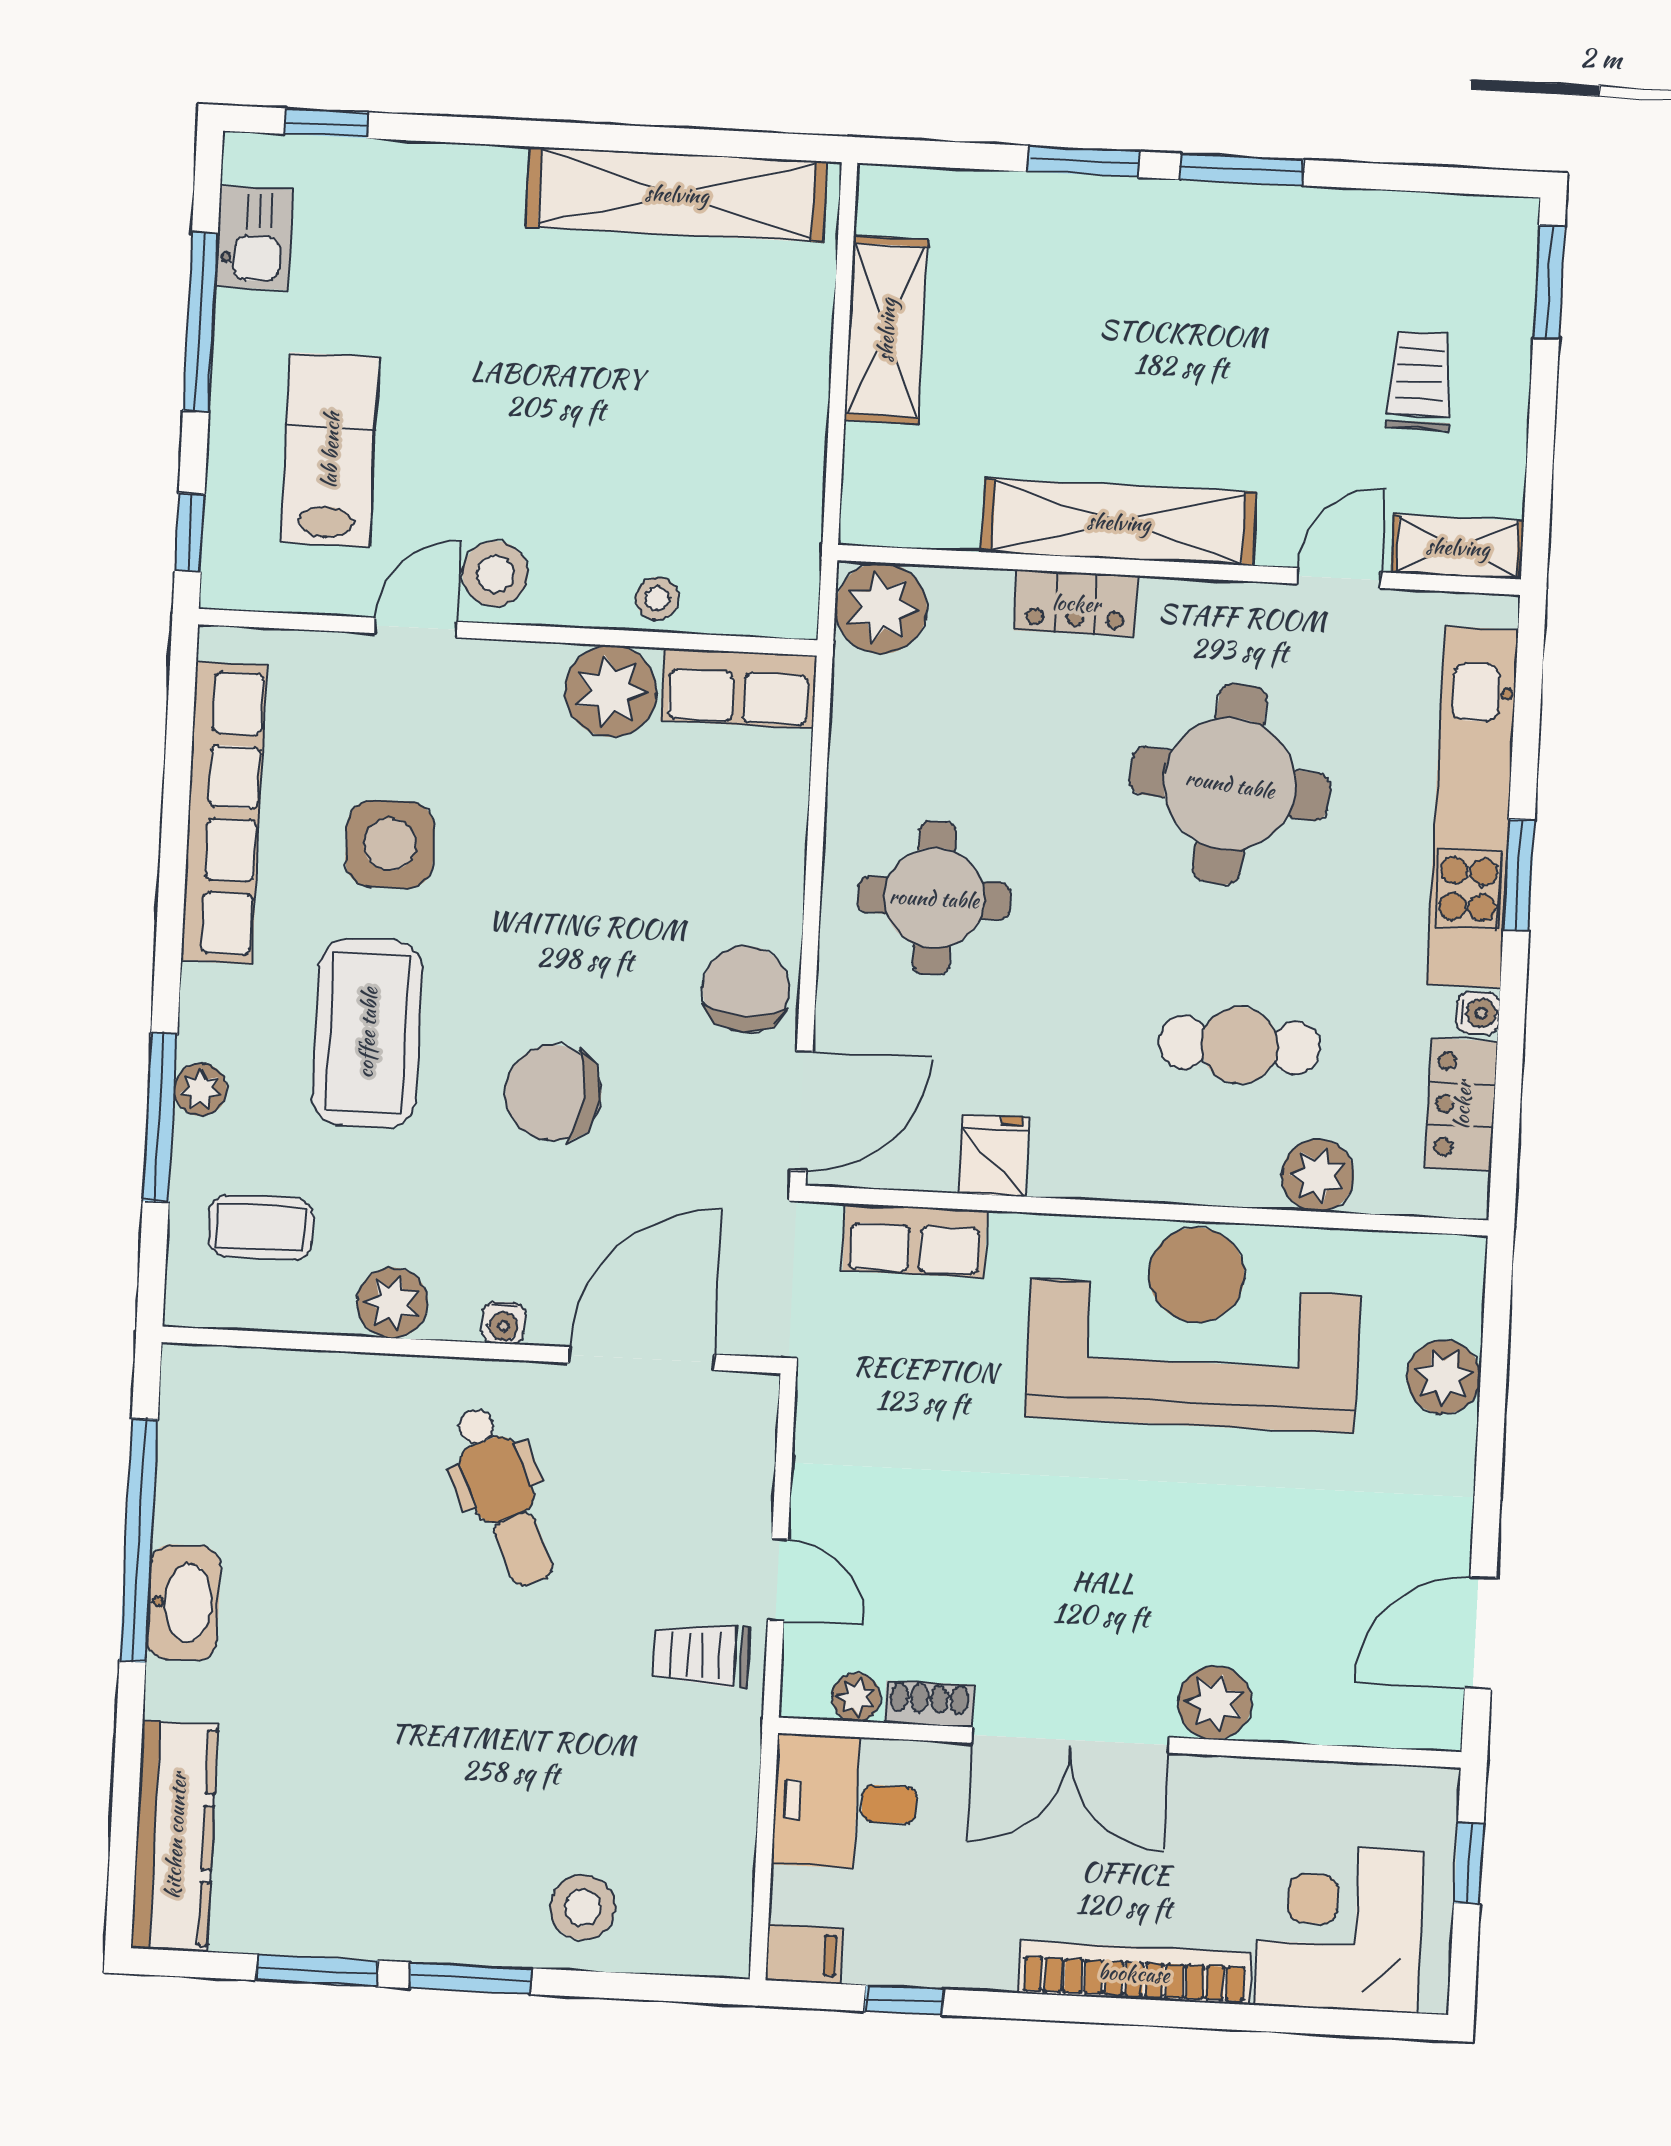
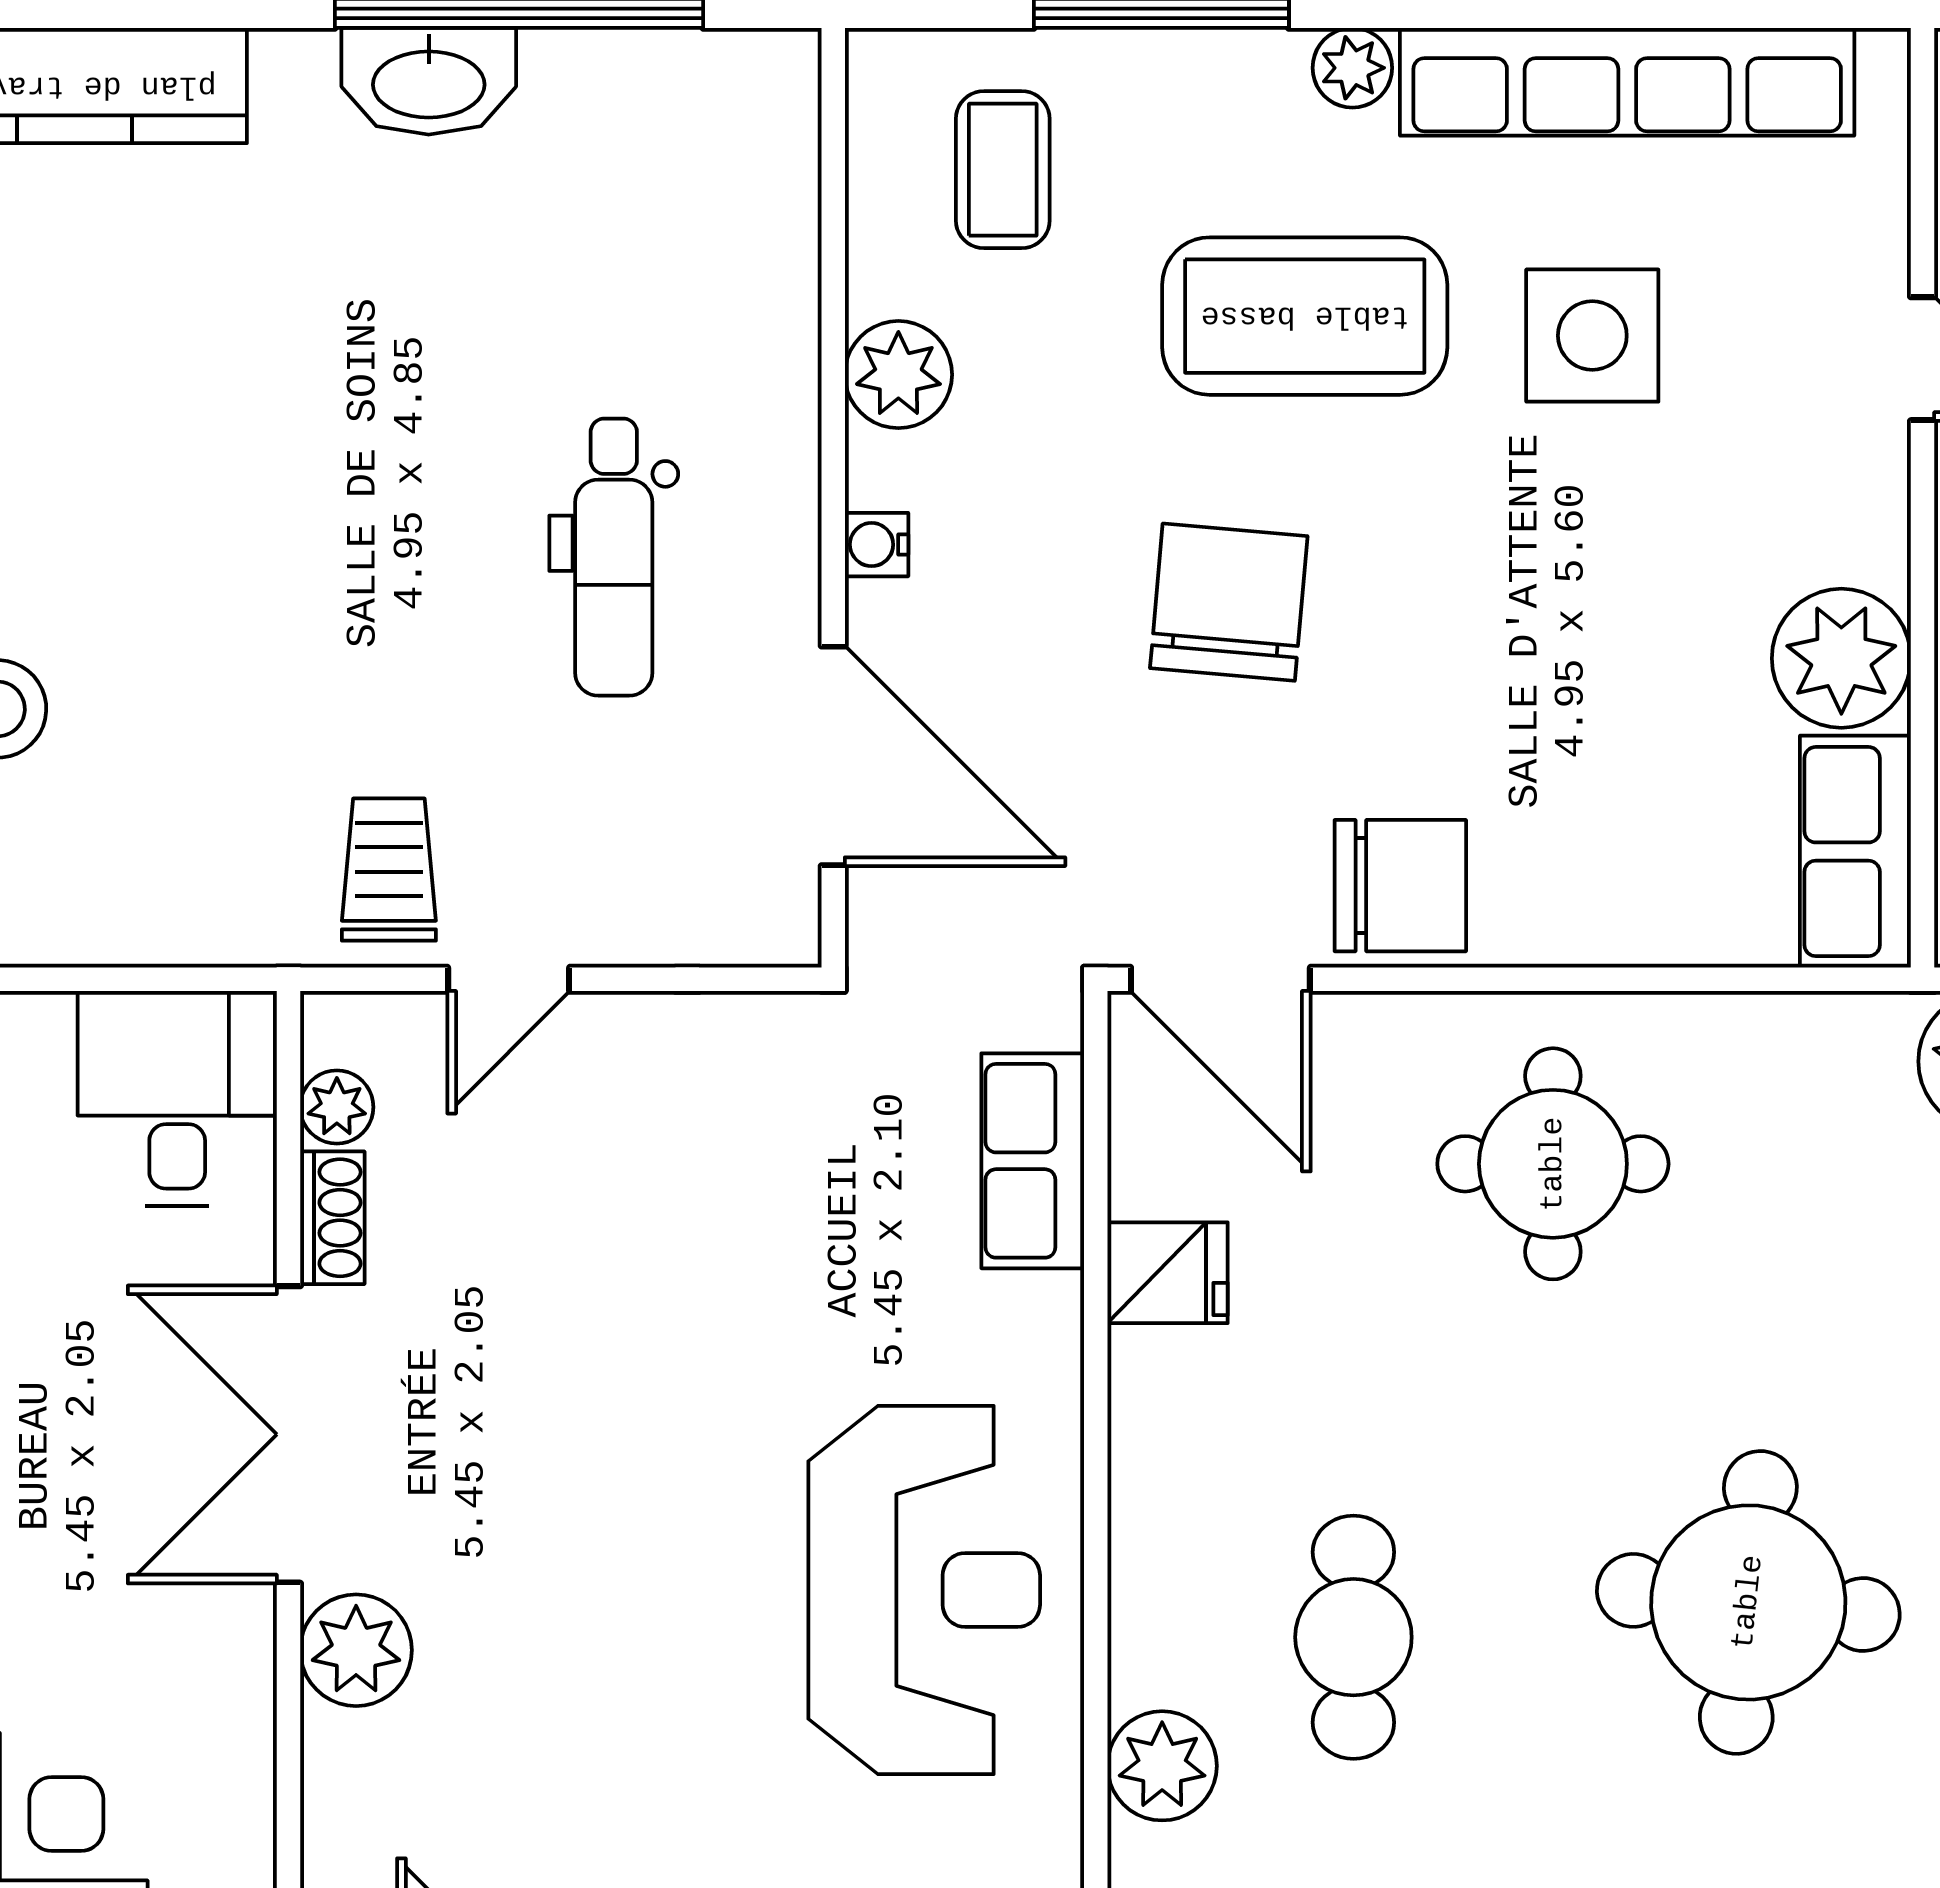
plant: (201, 1090) -> (1352, 68), moved
reception desk: (1194, 1326) -> (924, 1590), width x0.74, depth x0.77
dental chair: (503, 1496) -> (614, 557), turned -66

